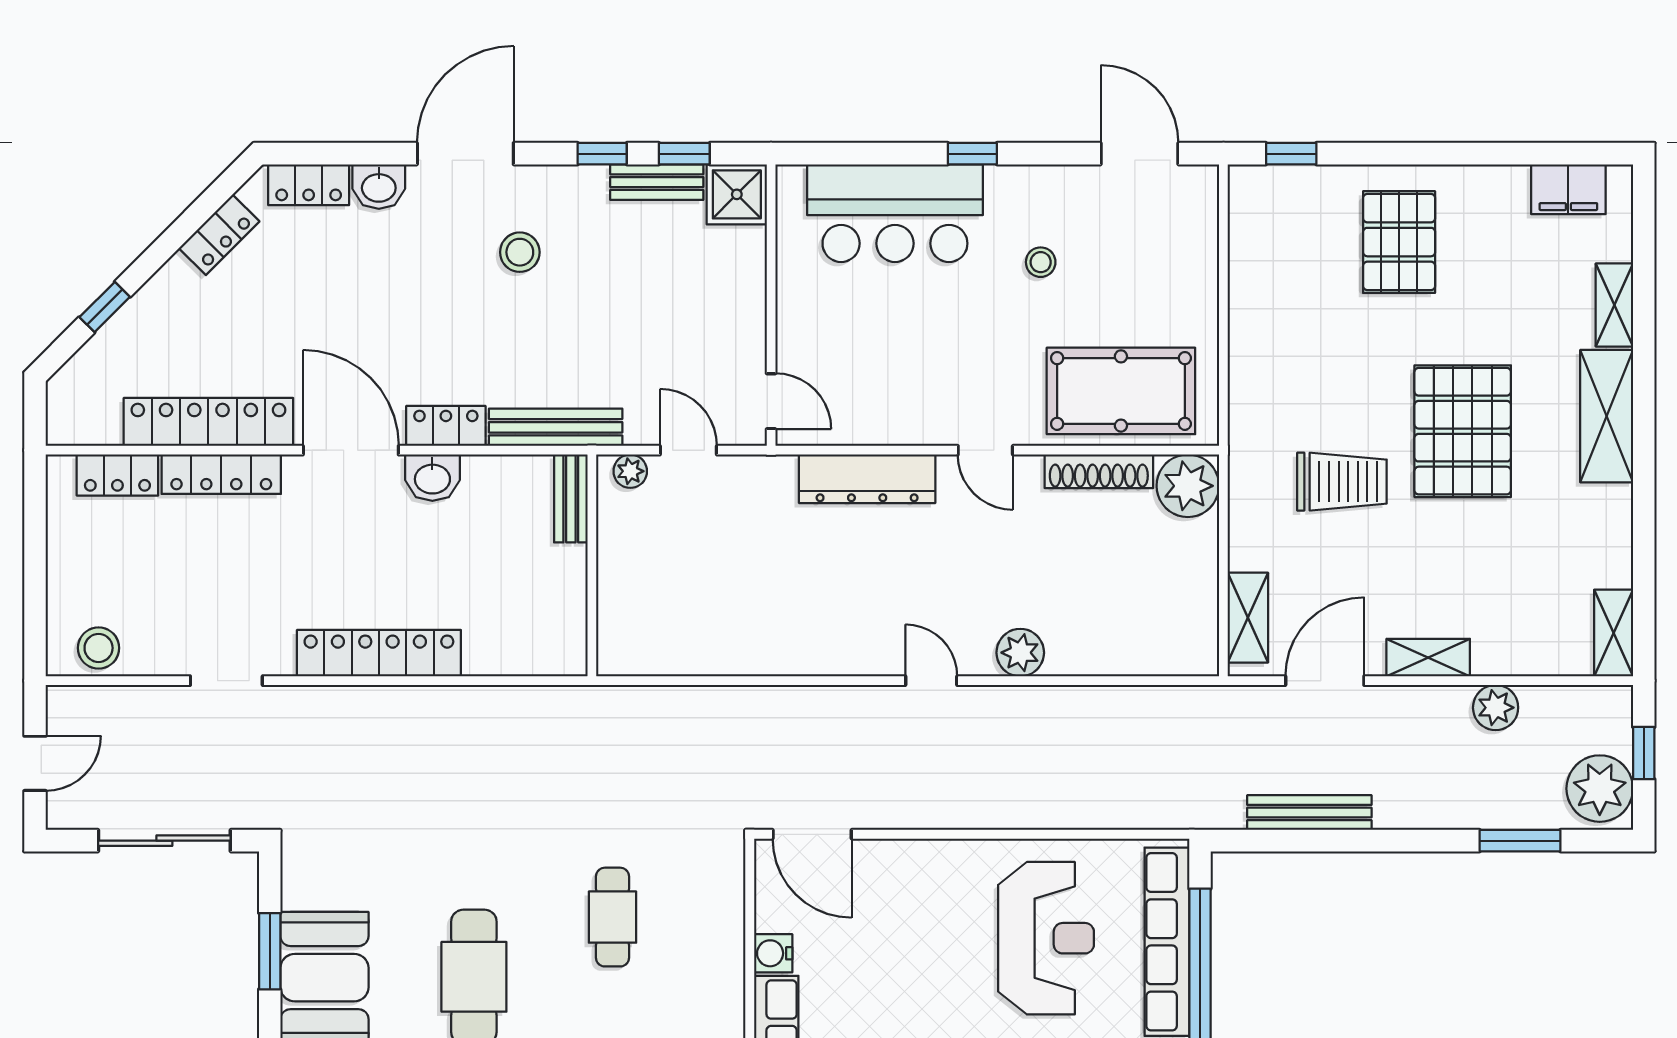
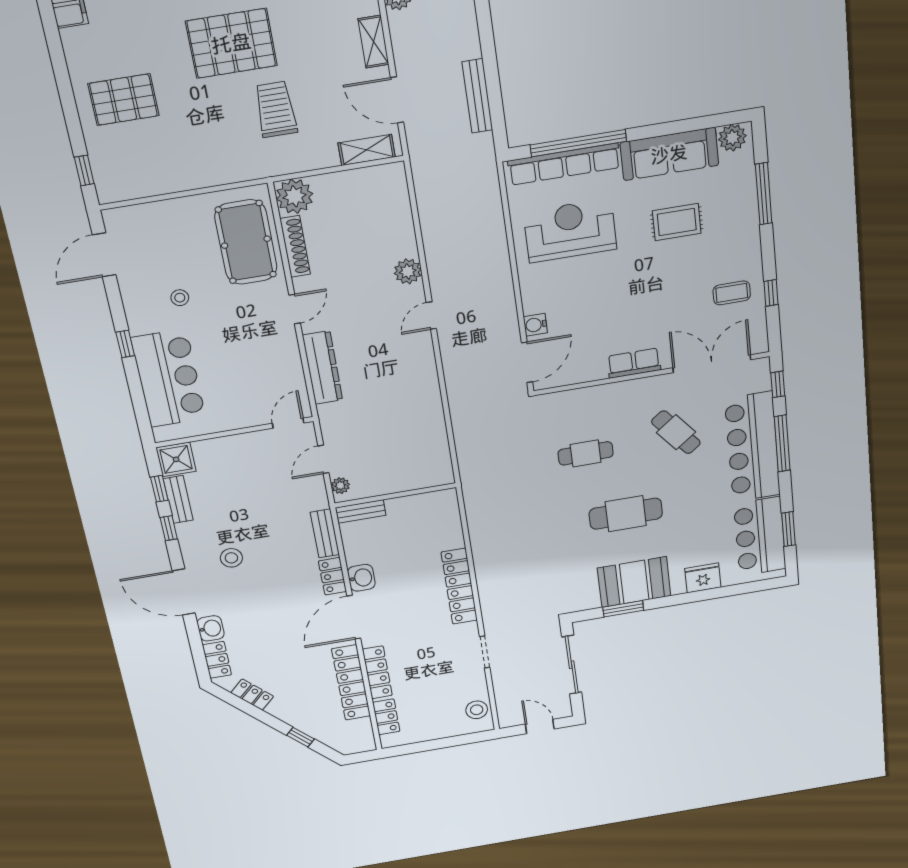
bench: (556, 427) -> (325, 533), width x0.73
water cooler: (773, 953) -> (535, 325), moved, turned 90

